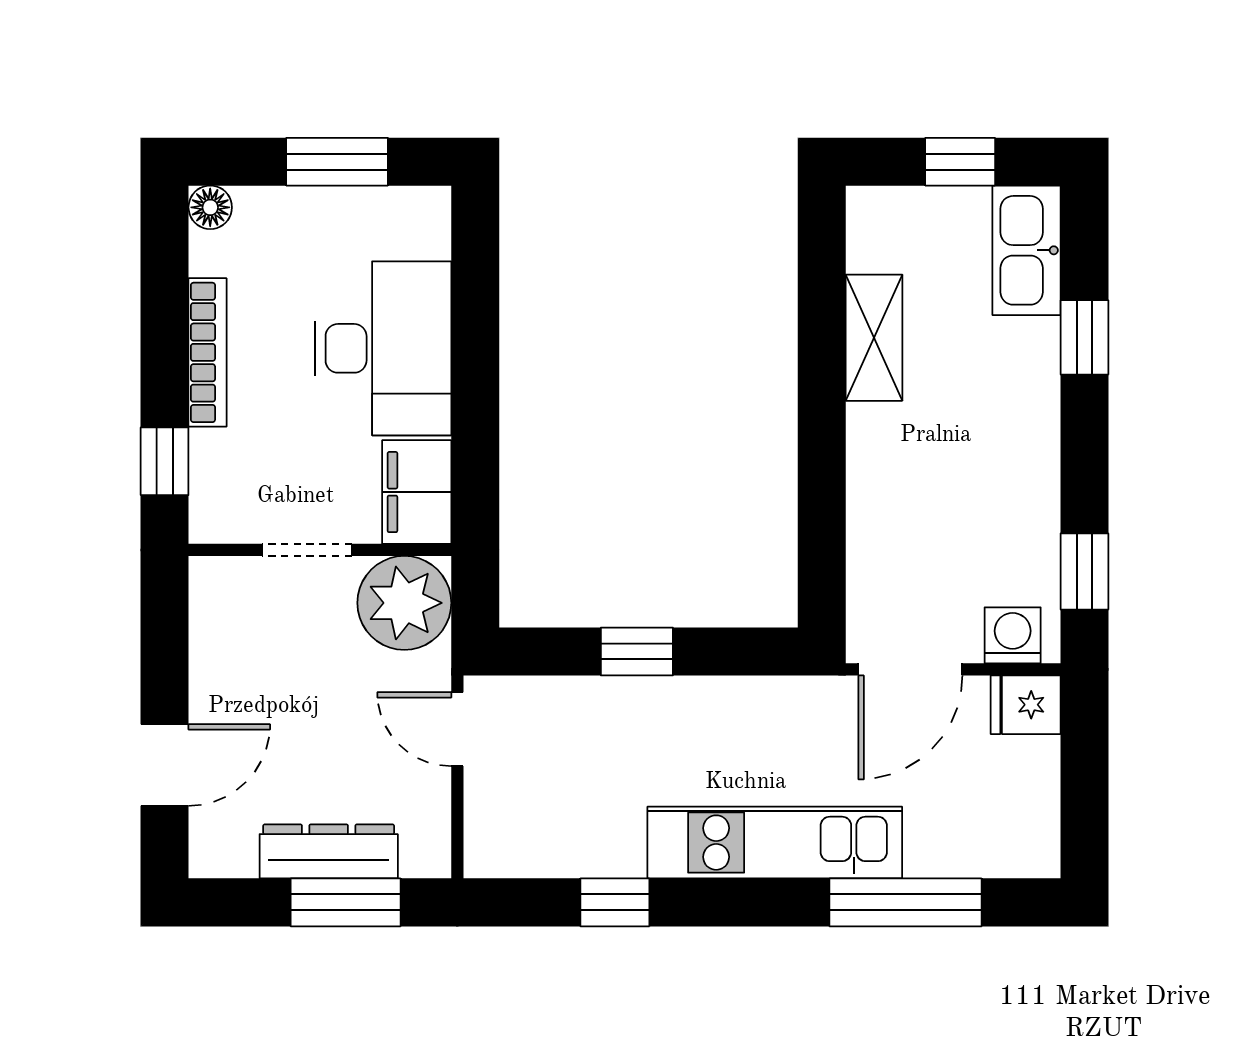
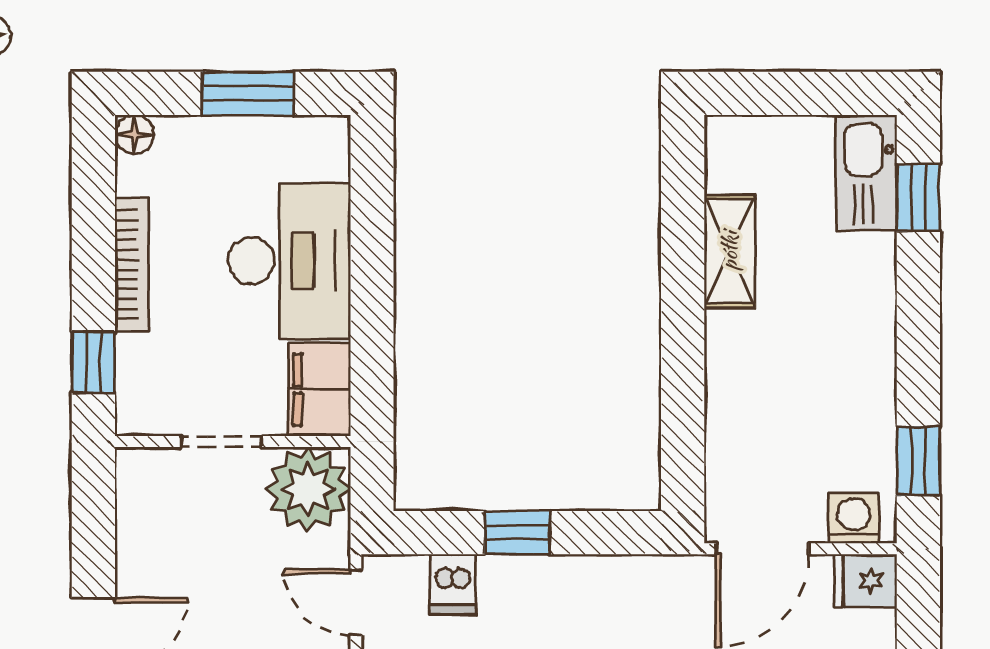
window: (960, 162) -> (807, 93), removed
window: (1084, 337) -> (918, 198), moved
dishwasher: (565, 709) -> (452, 584), added

